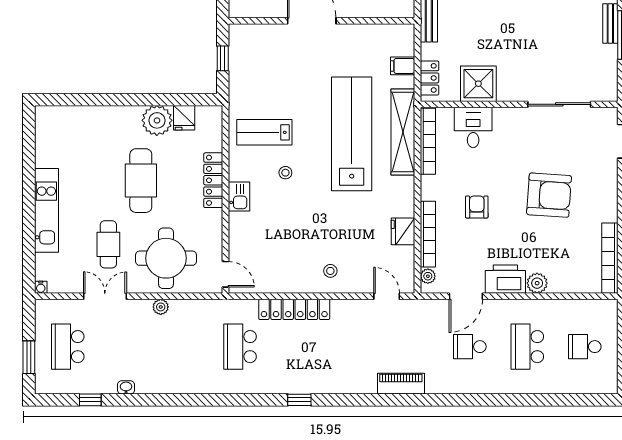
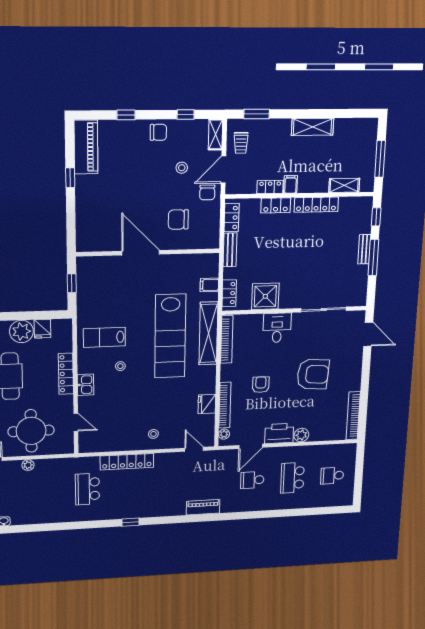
desk: (473, 128) -> (277, 328), moved
lab bench: (352, 134) -> (170, 336), turned 180
door: (226, 274) -> (76, 422), moved

